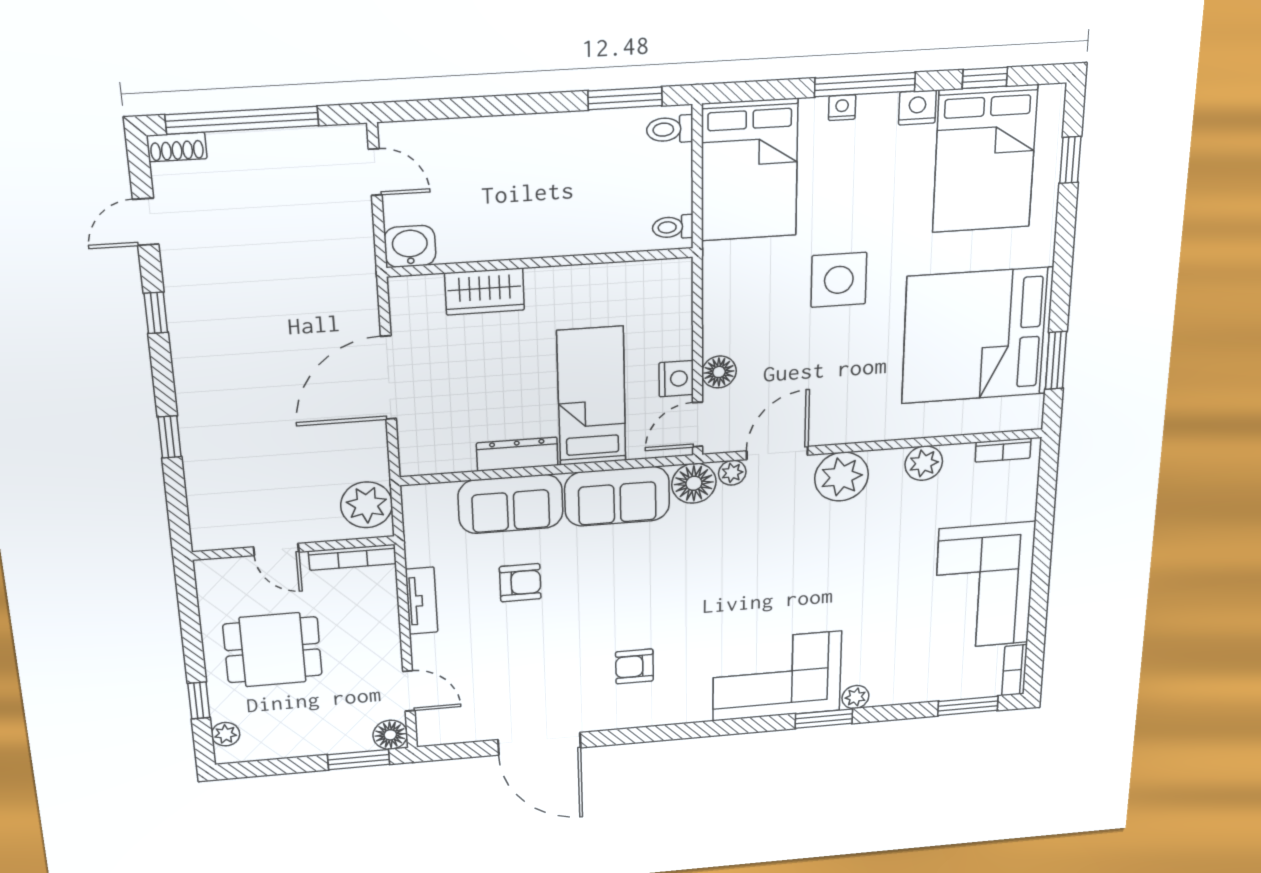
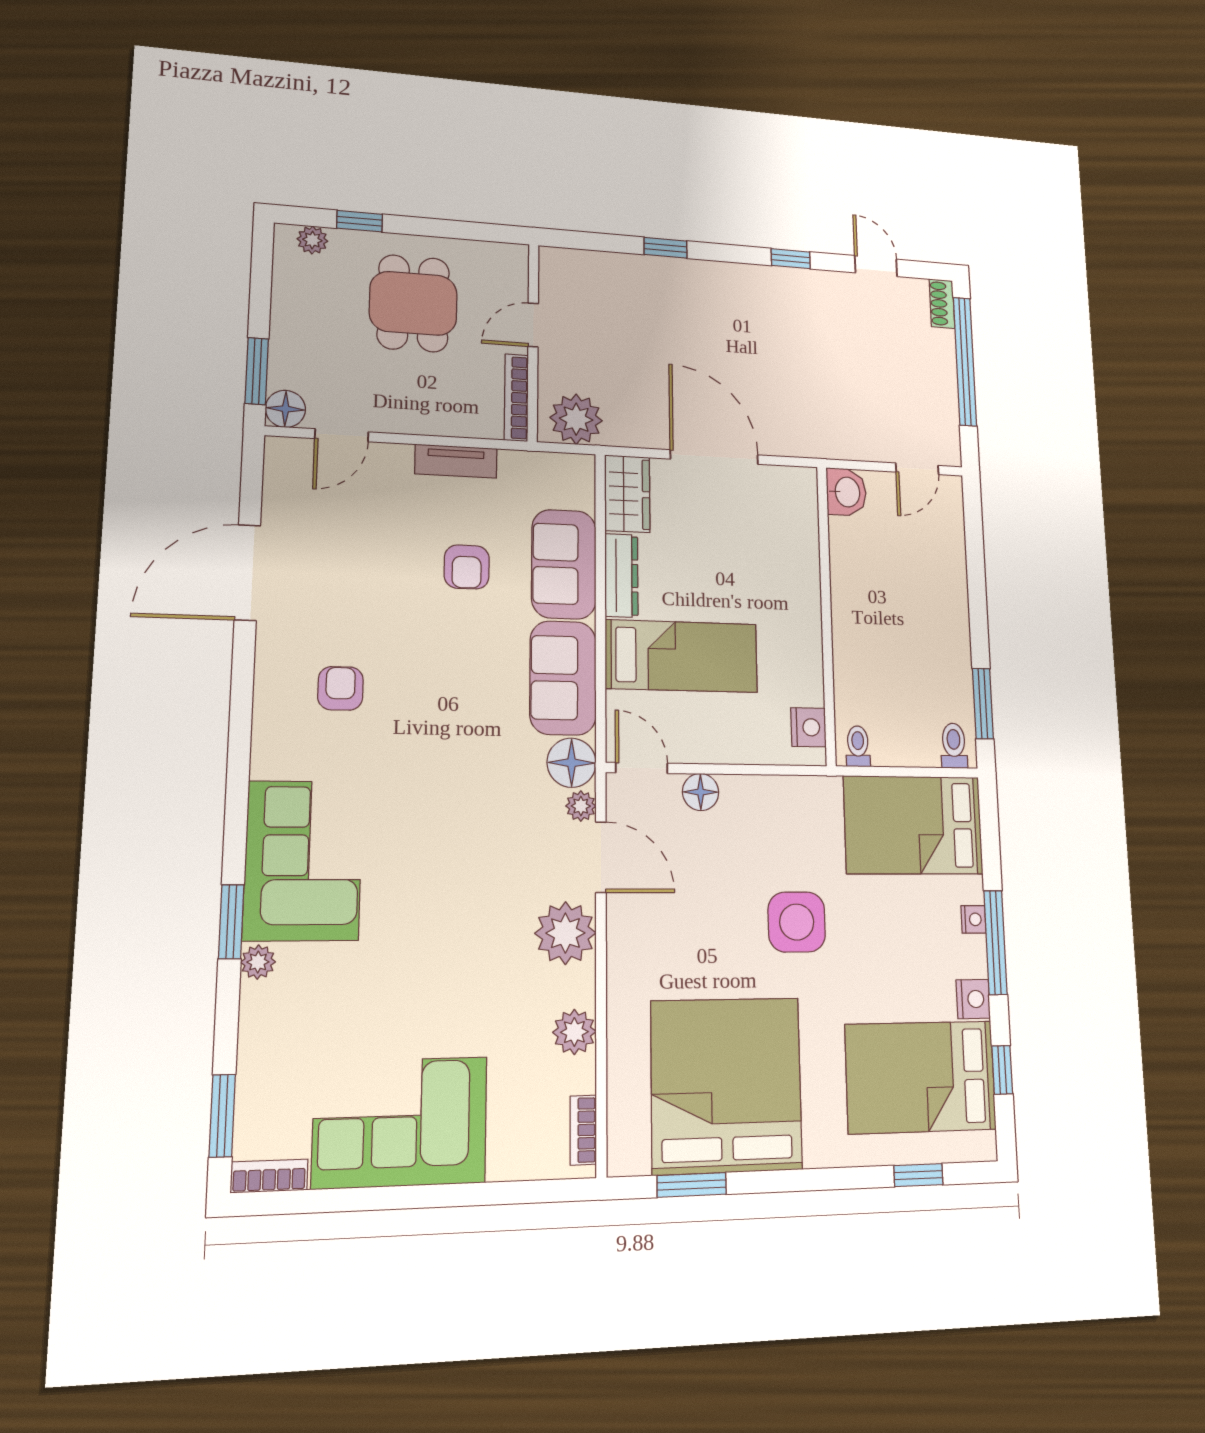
wardrobe: (485, 292) -> (627, 494), moved, turned 180
nightstand: (676, 379) -> (808, 727), moved, turned -90

